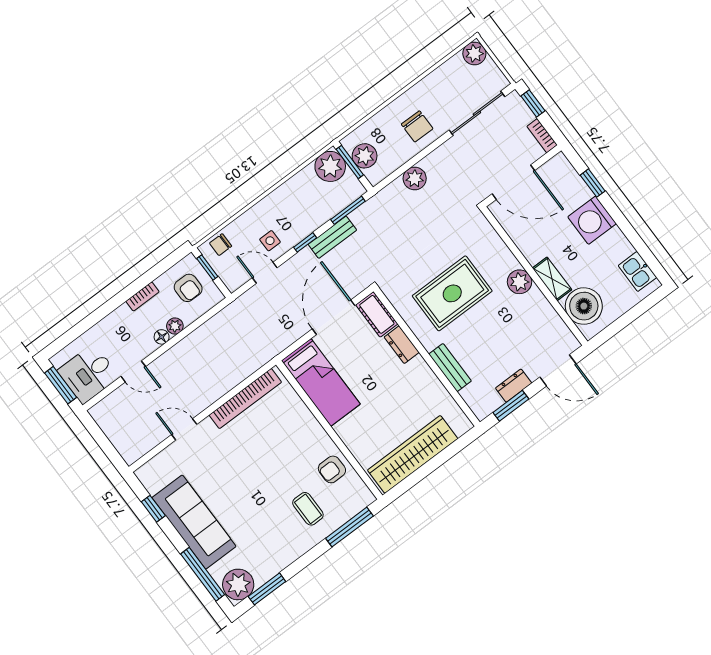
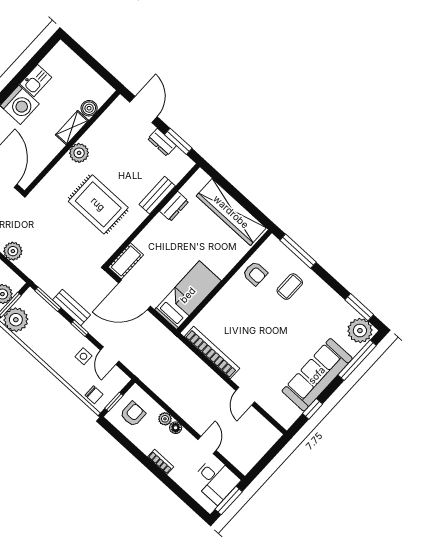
kitchen sink: (637, 271) -> (36, 81), moved
bookcase: (142, 296) -> (161, 462), moved
boiler: (584, 306) -> (89, 108), width x0.54, depth x0.54
dresser: (402, 345) -> (174, 206), moved

